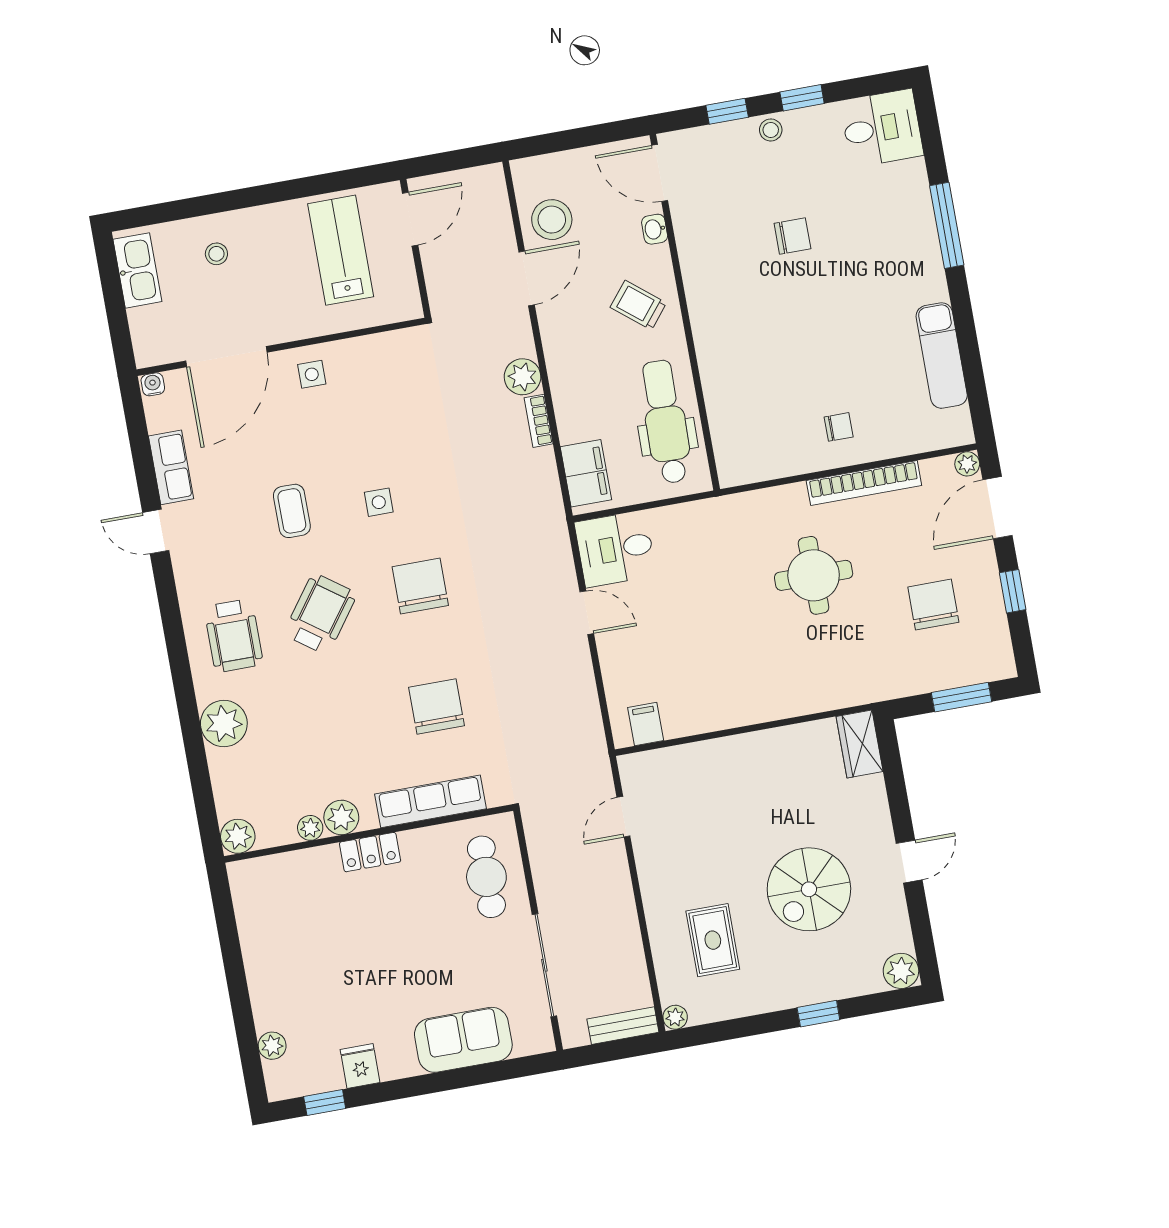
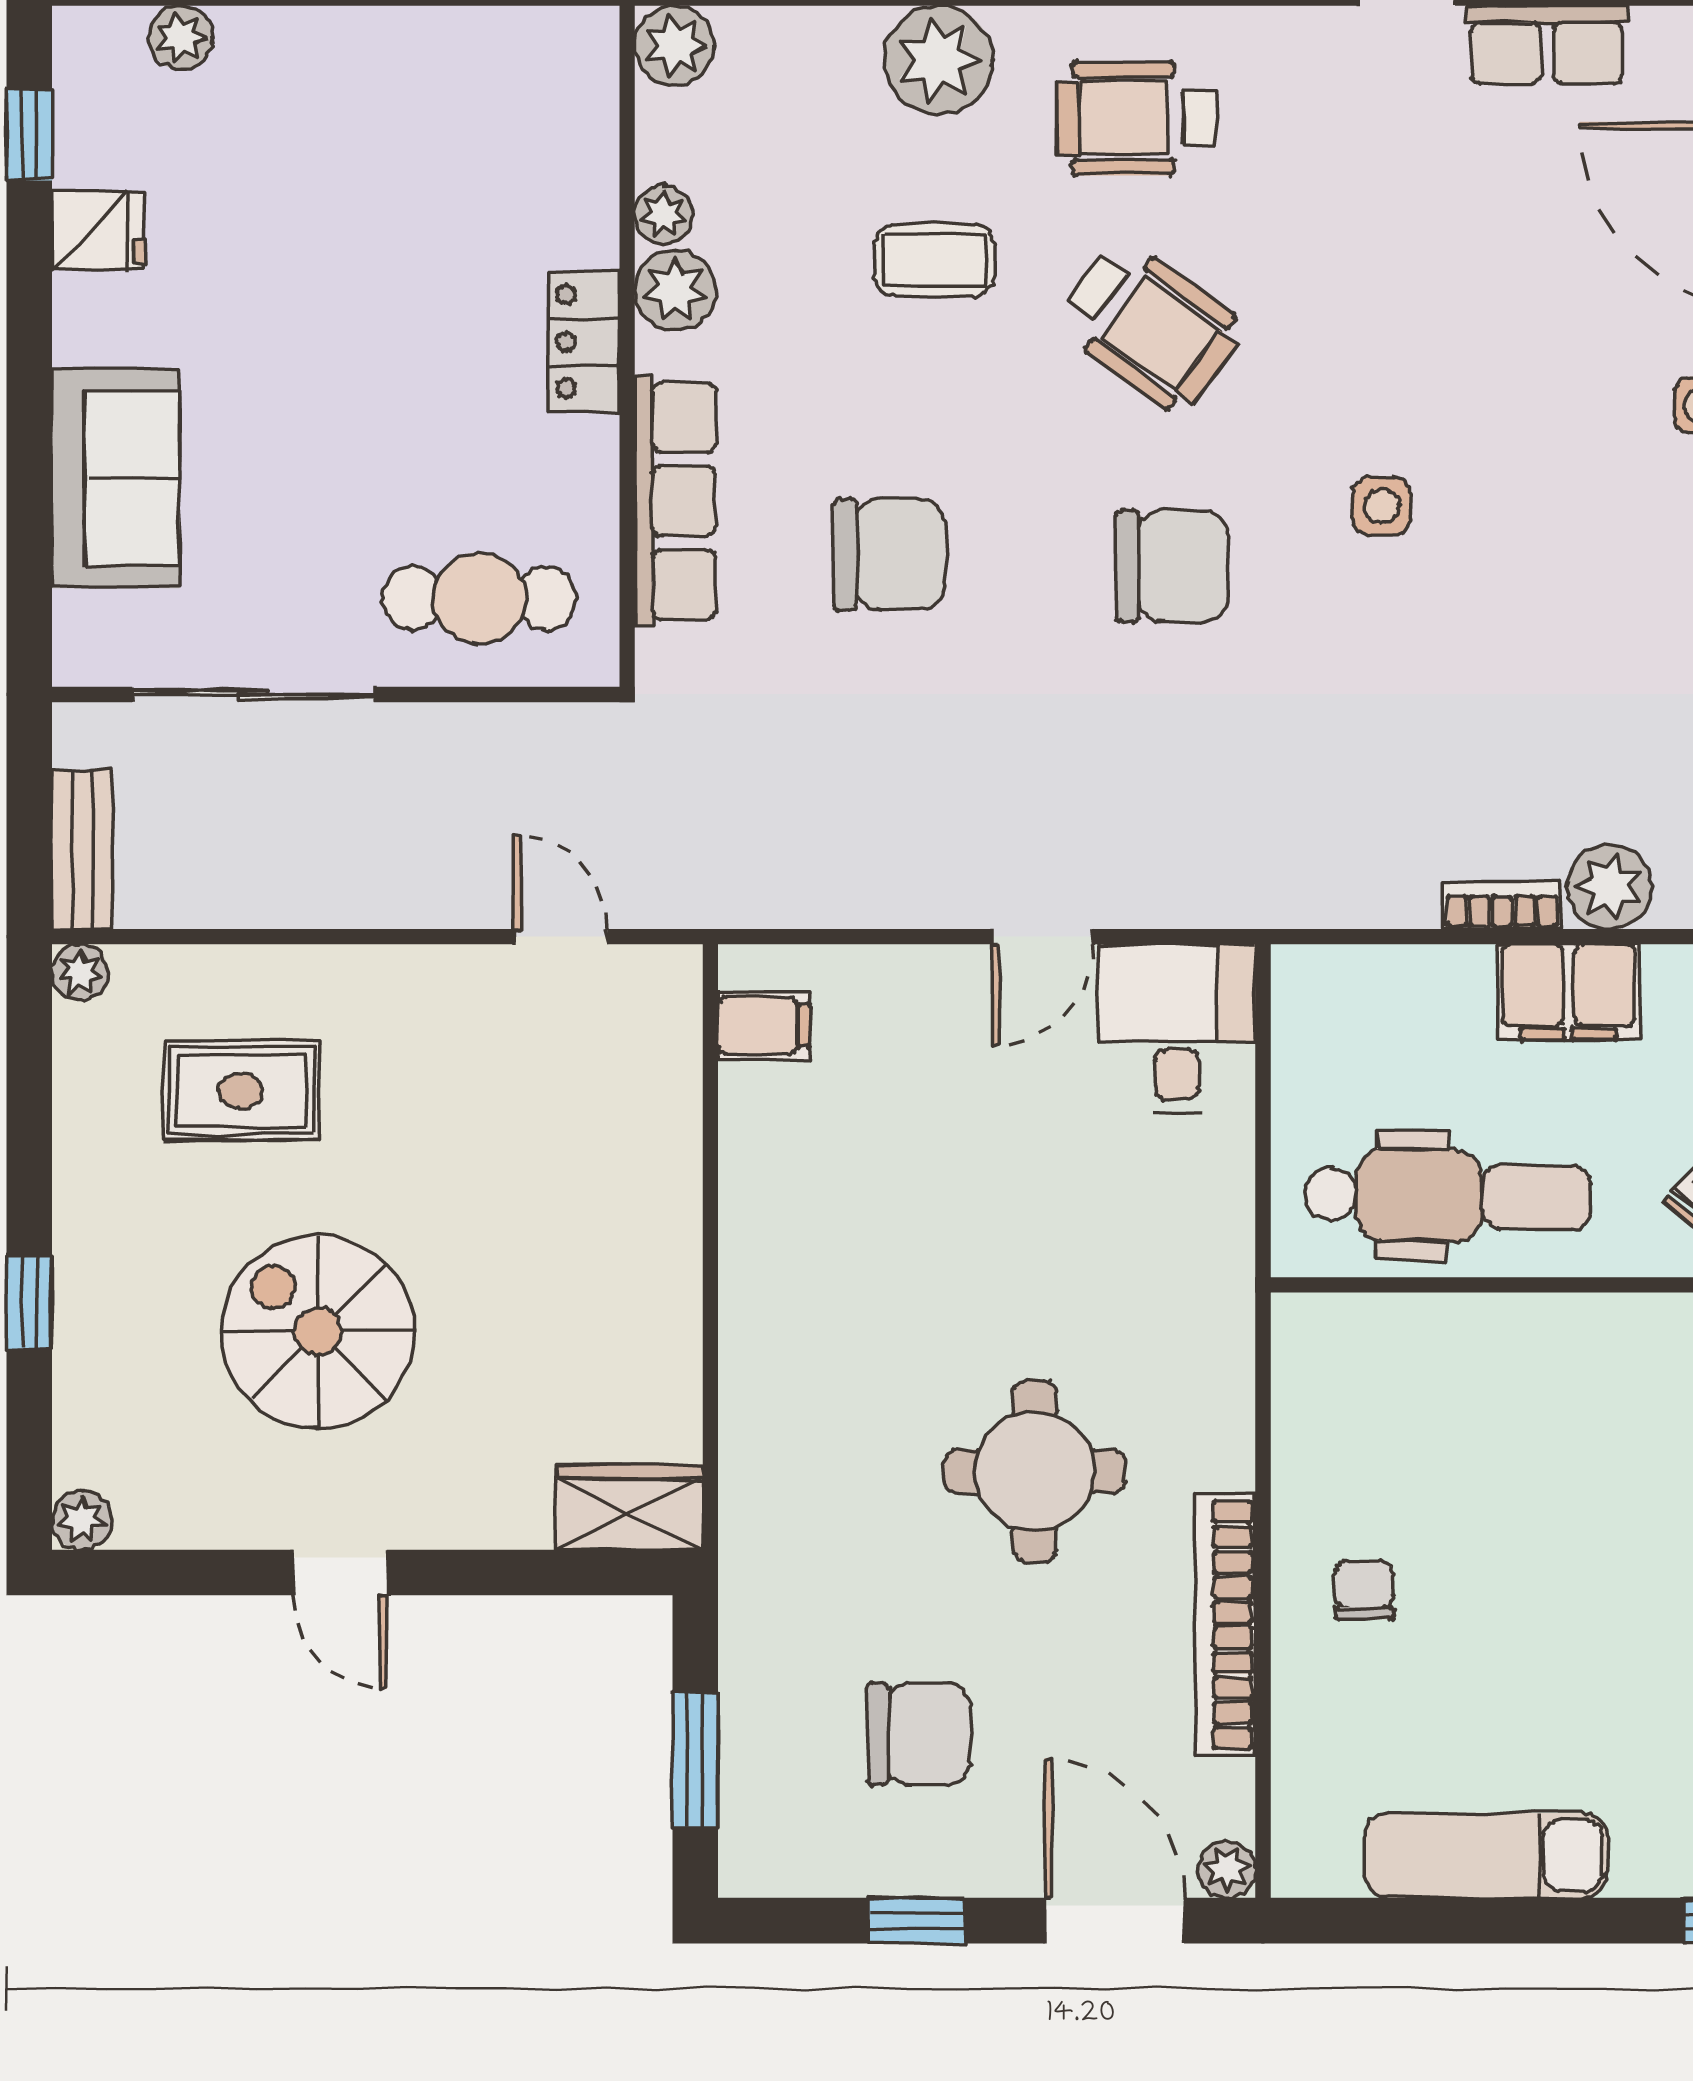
chair: (839, 427) -> (1364, 1590), turned 180
filing cabinet: (586, 473) -> (1568, 992), moved
coffee table: (292, 511) -> (935, 260), moved
plant: (901, 971) -> (82, 1520), width x0.73, depth x0.73

